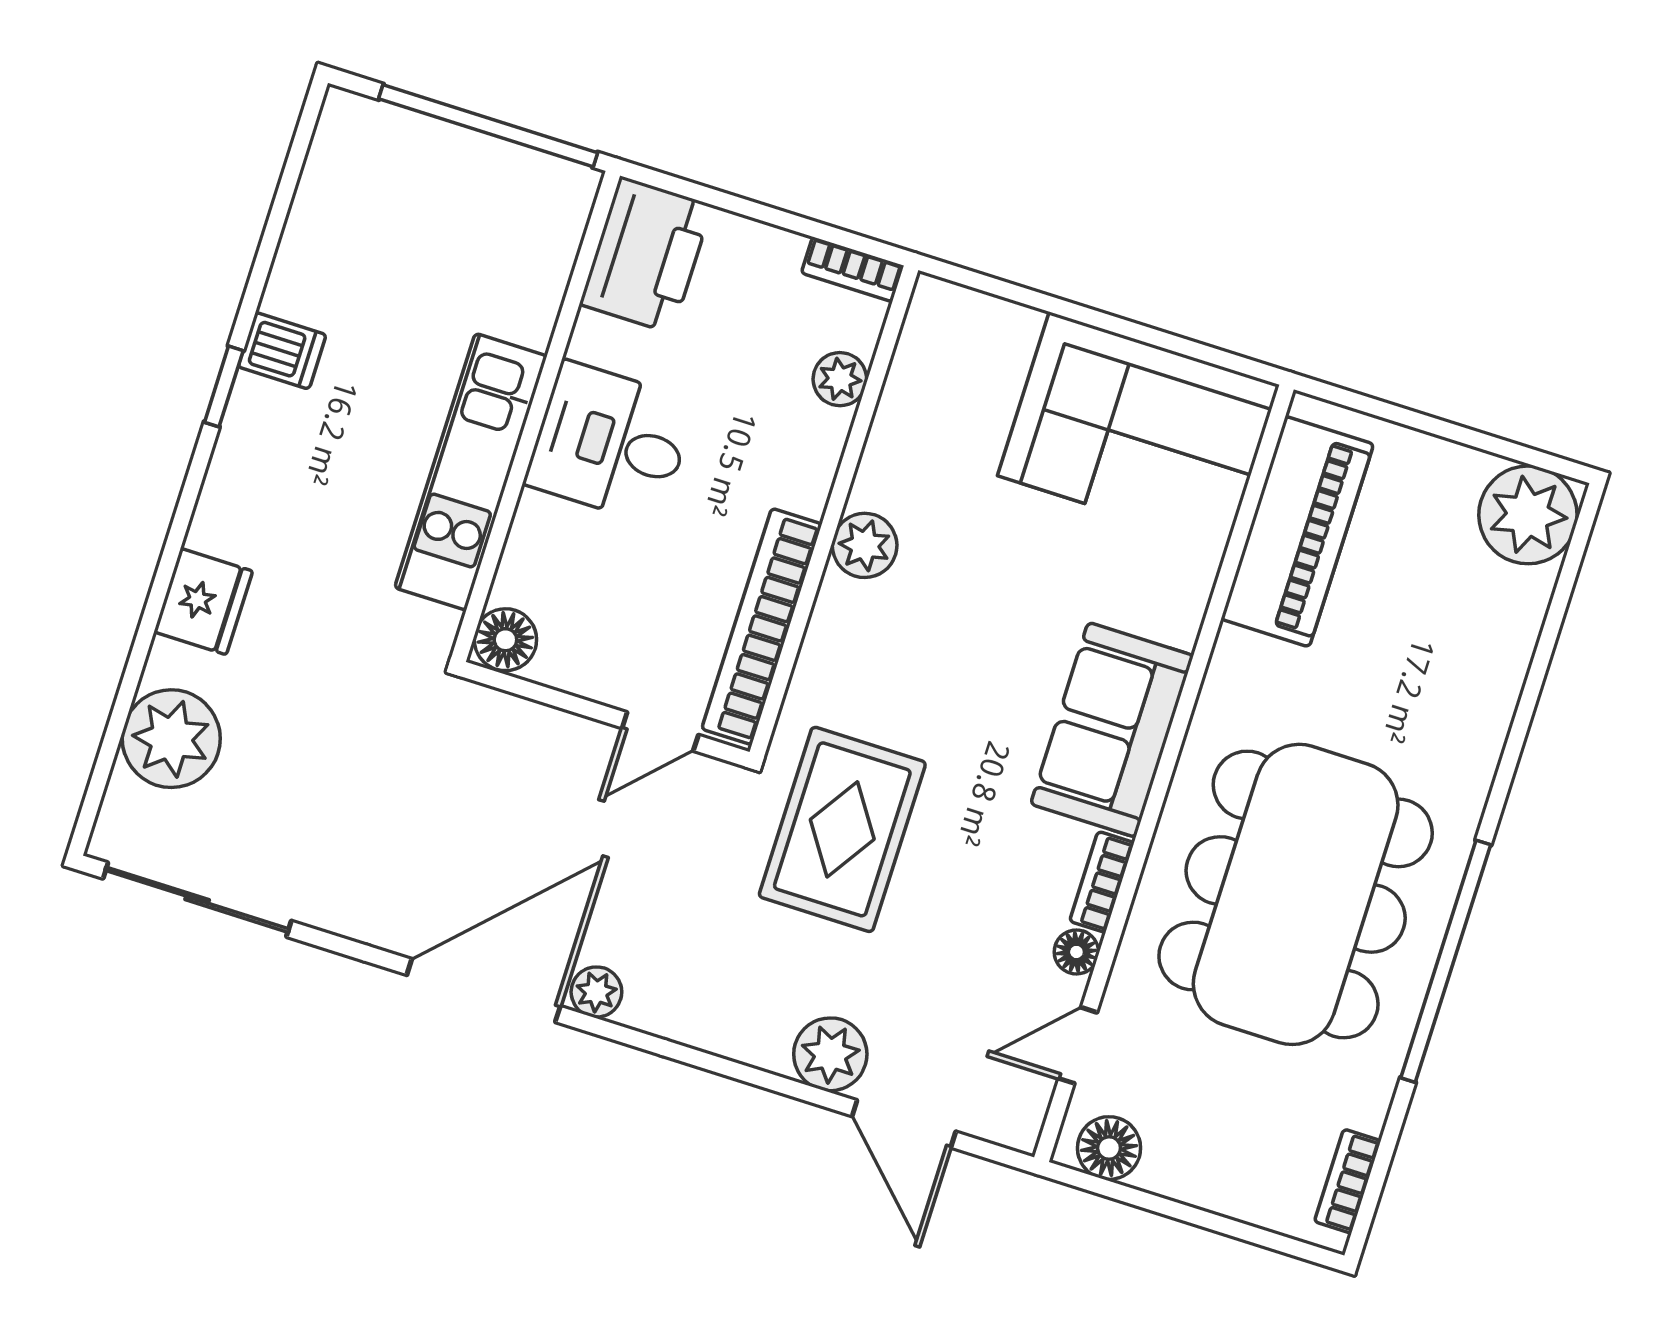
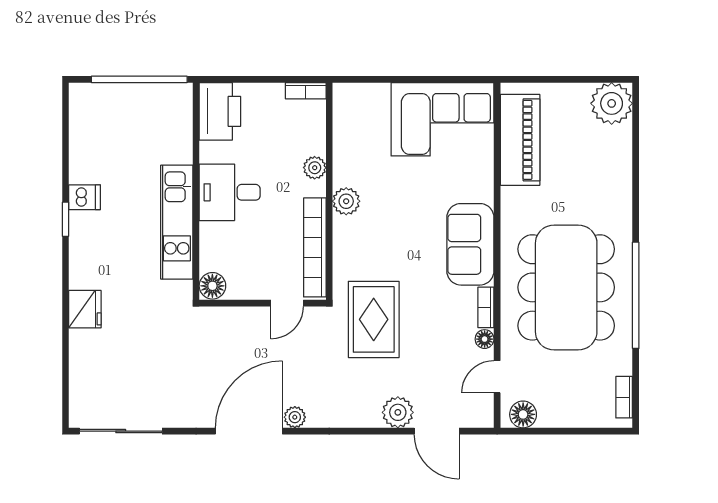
plant: (840, 379) -> (315, 168), moved
plant: (171, 739) -> (90, 369), removed

